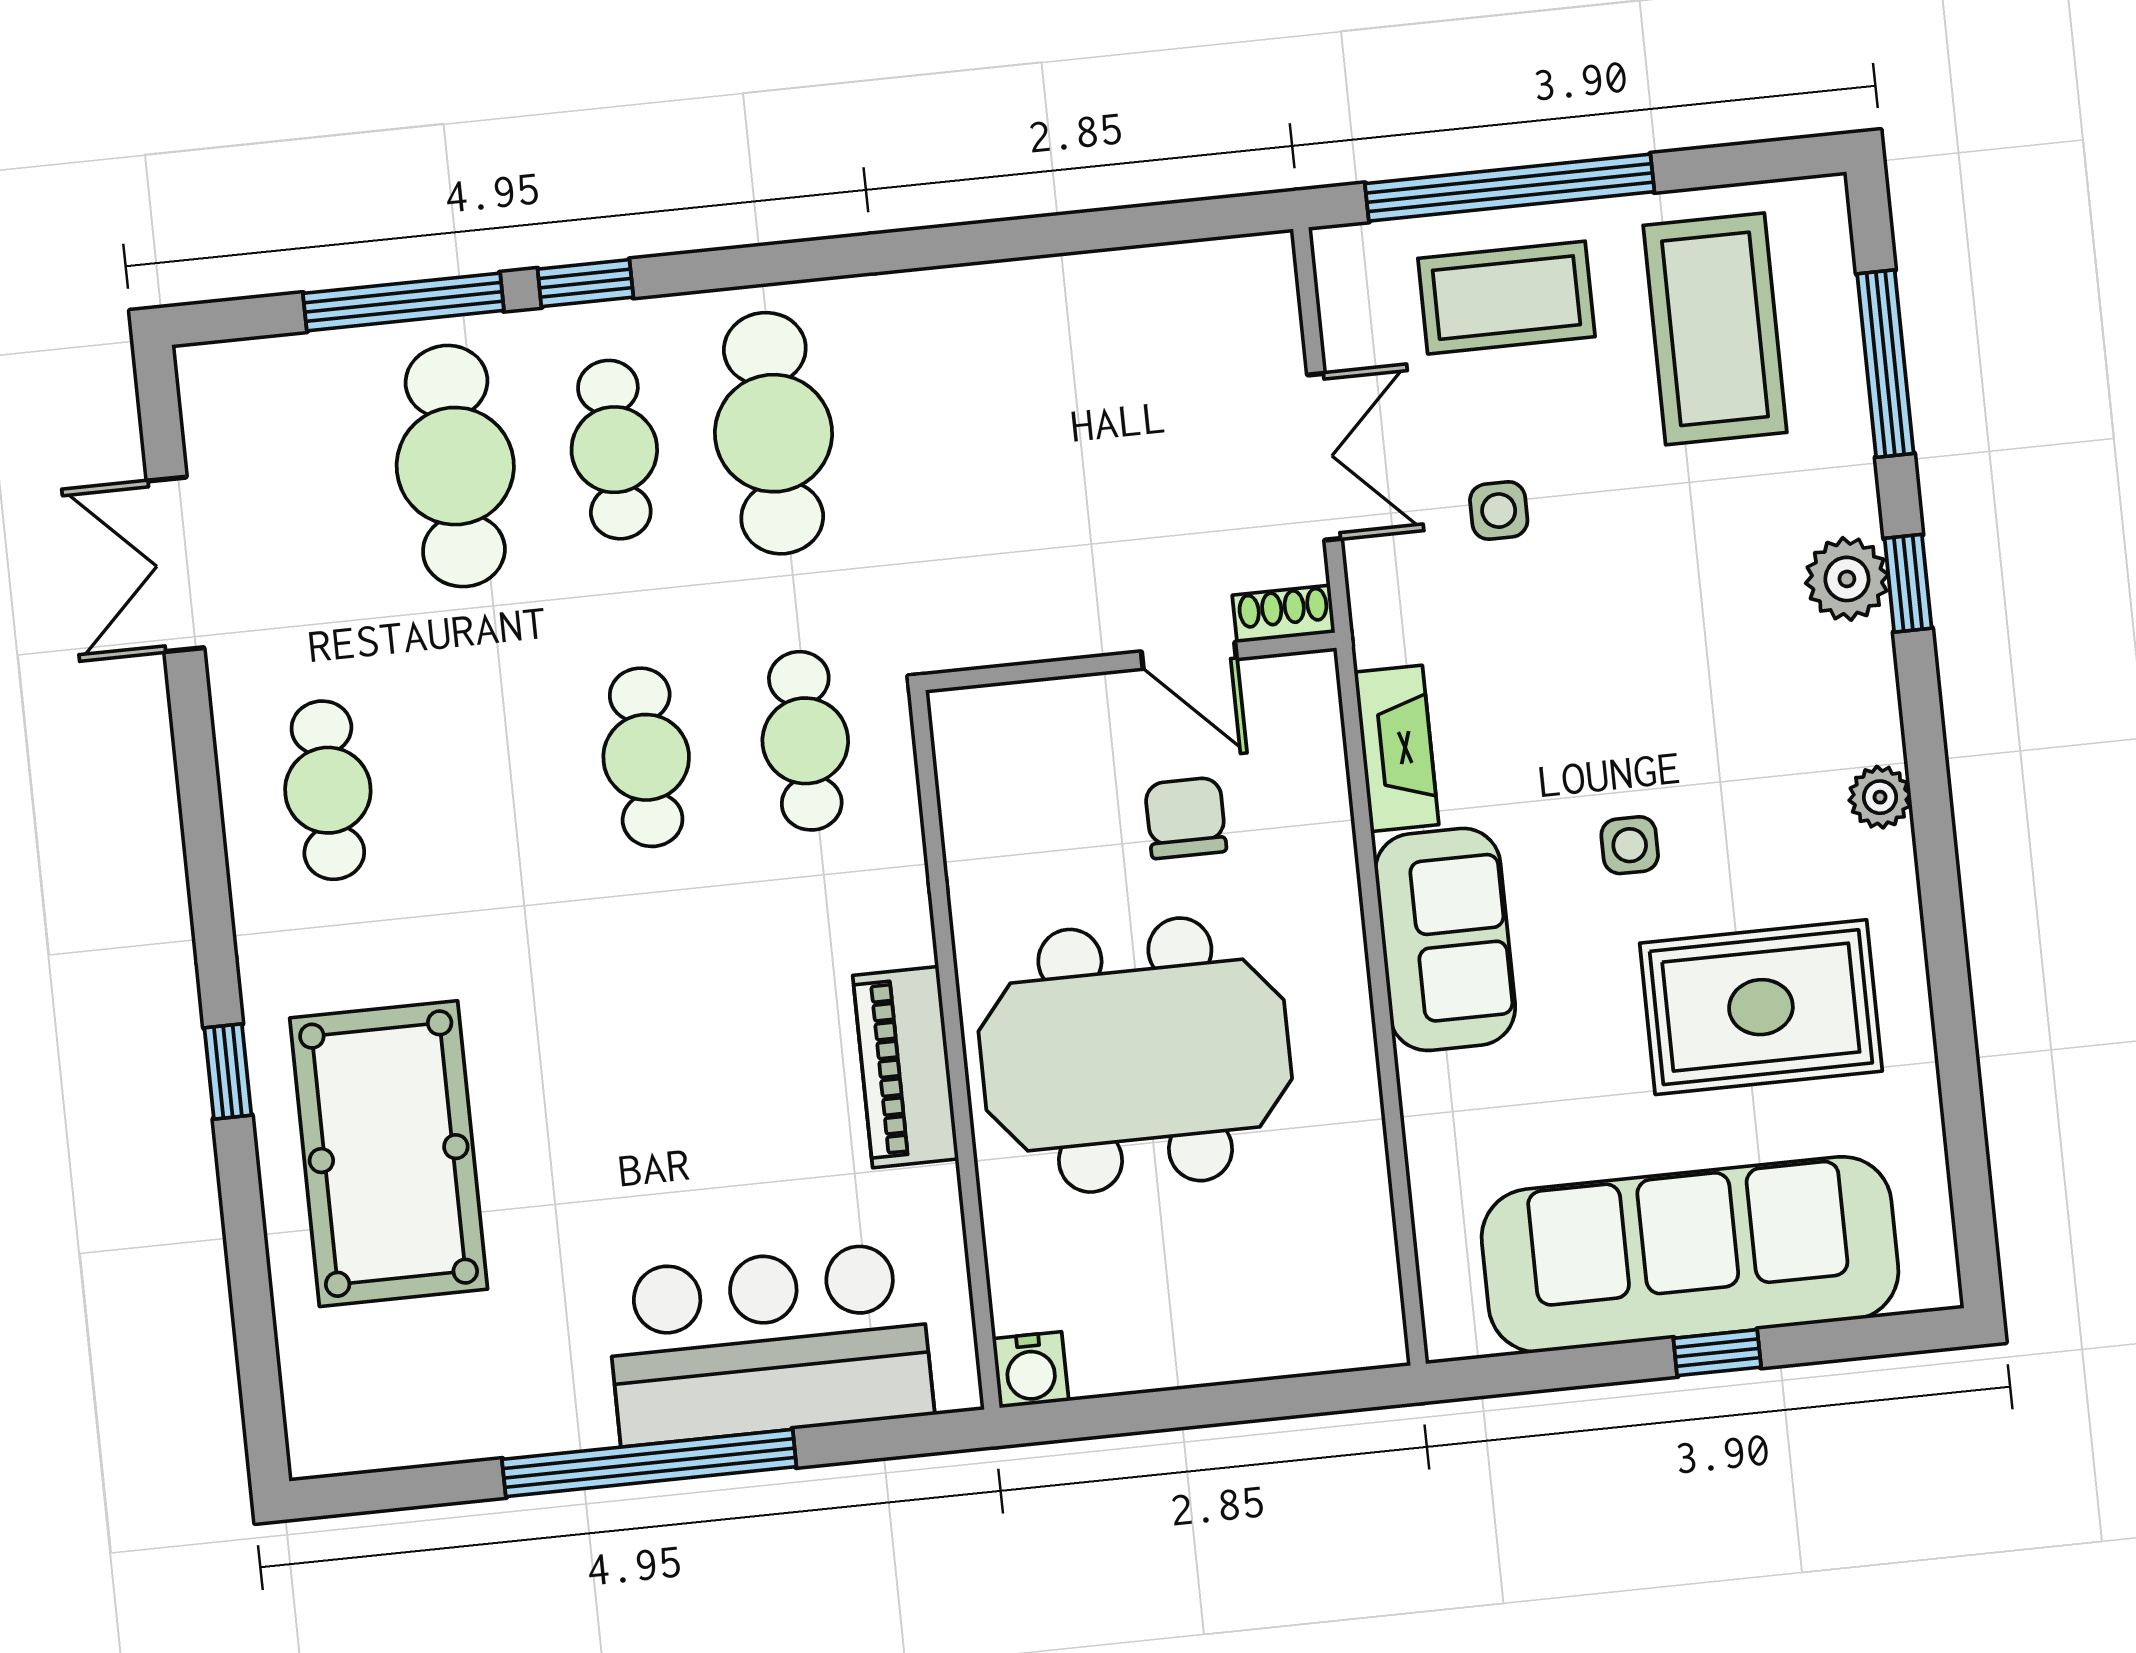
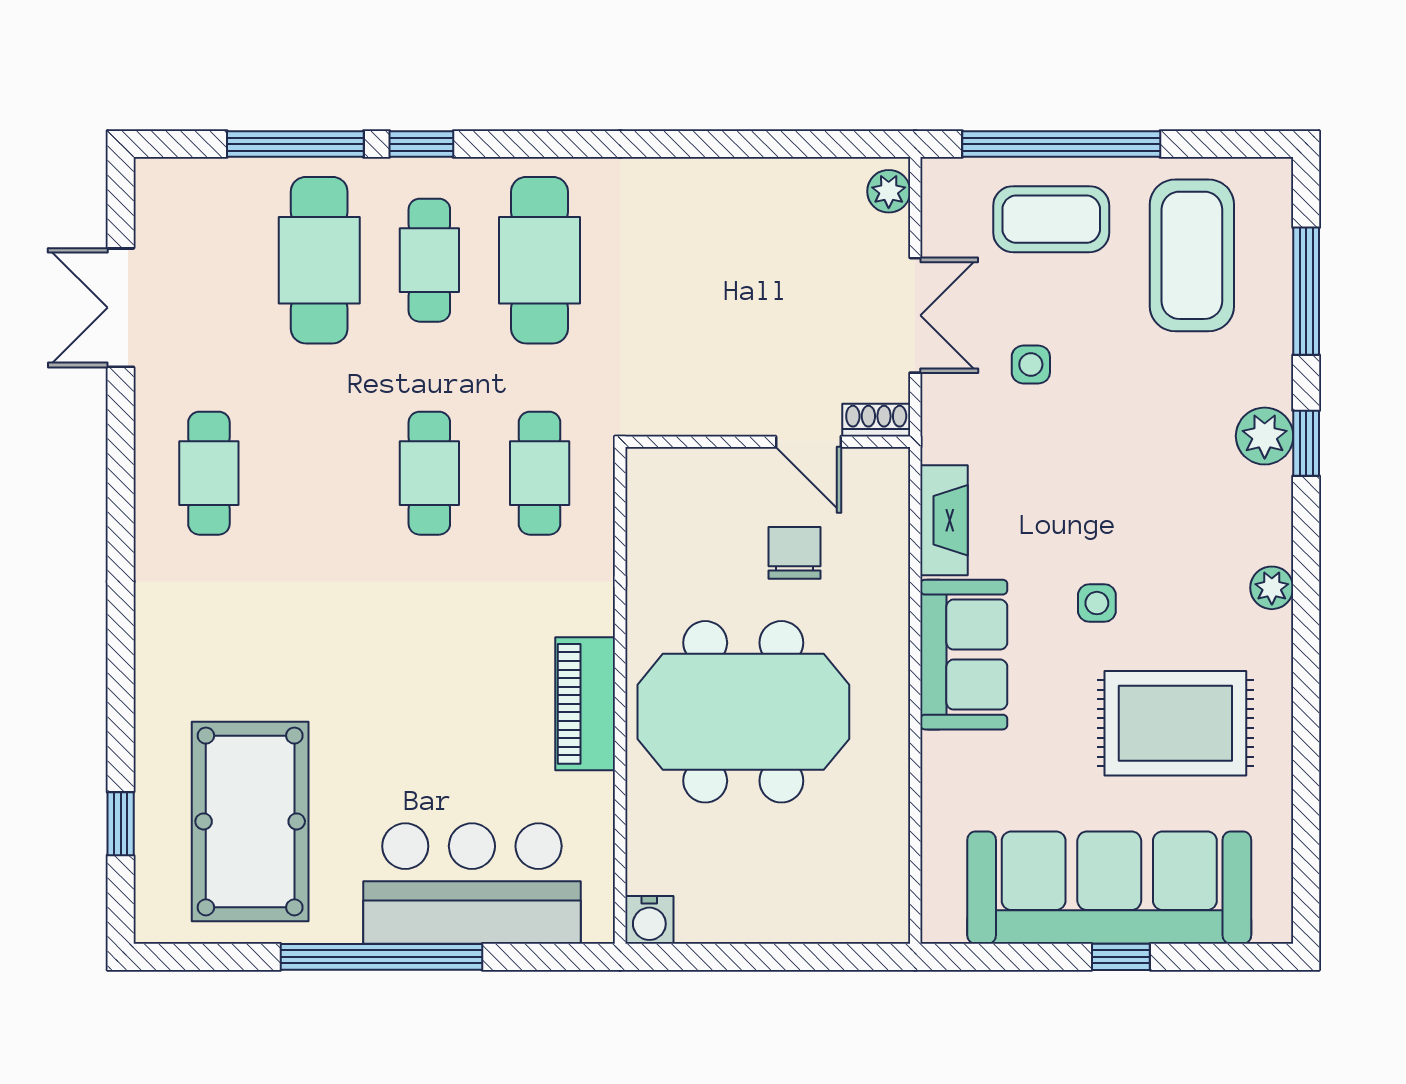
plant: (1268, 282) -> (889, 191), added
window: (228, 1071) -> (121, 824), moved
pool table: (389, 1154) -> (250, 821), moved

